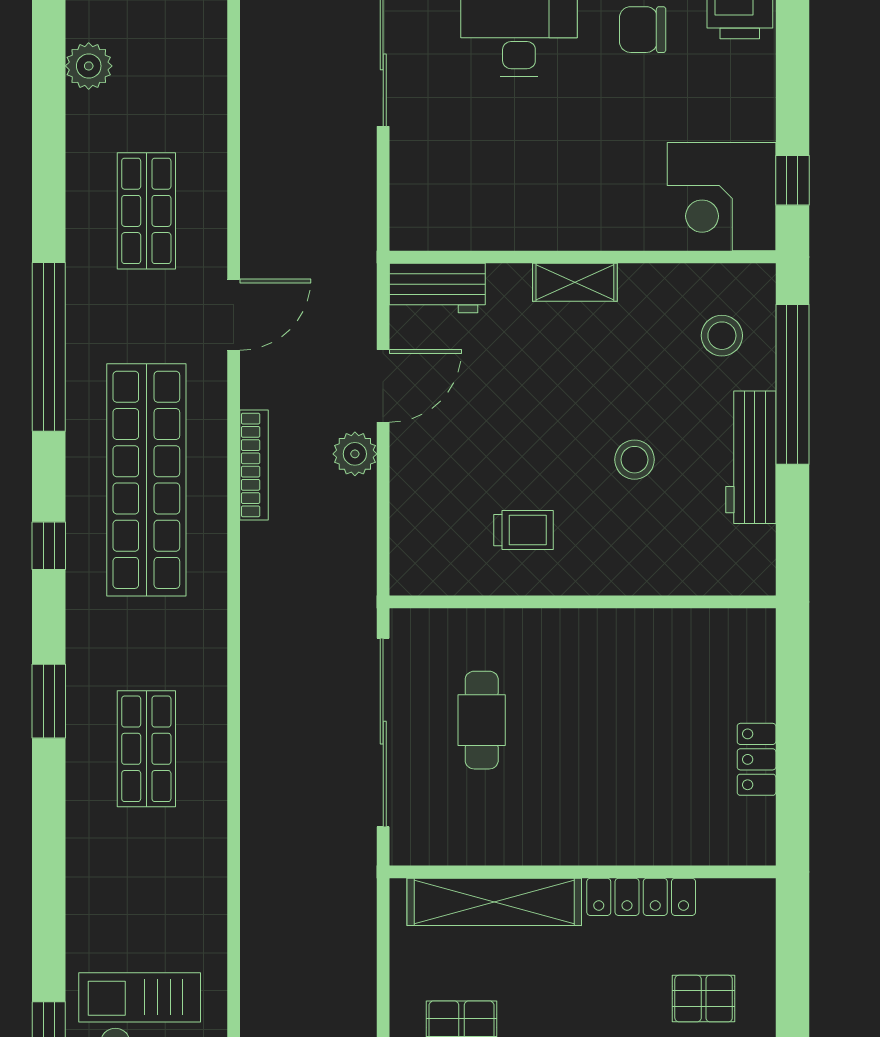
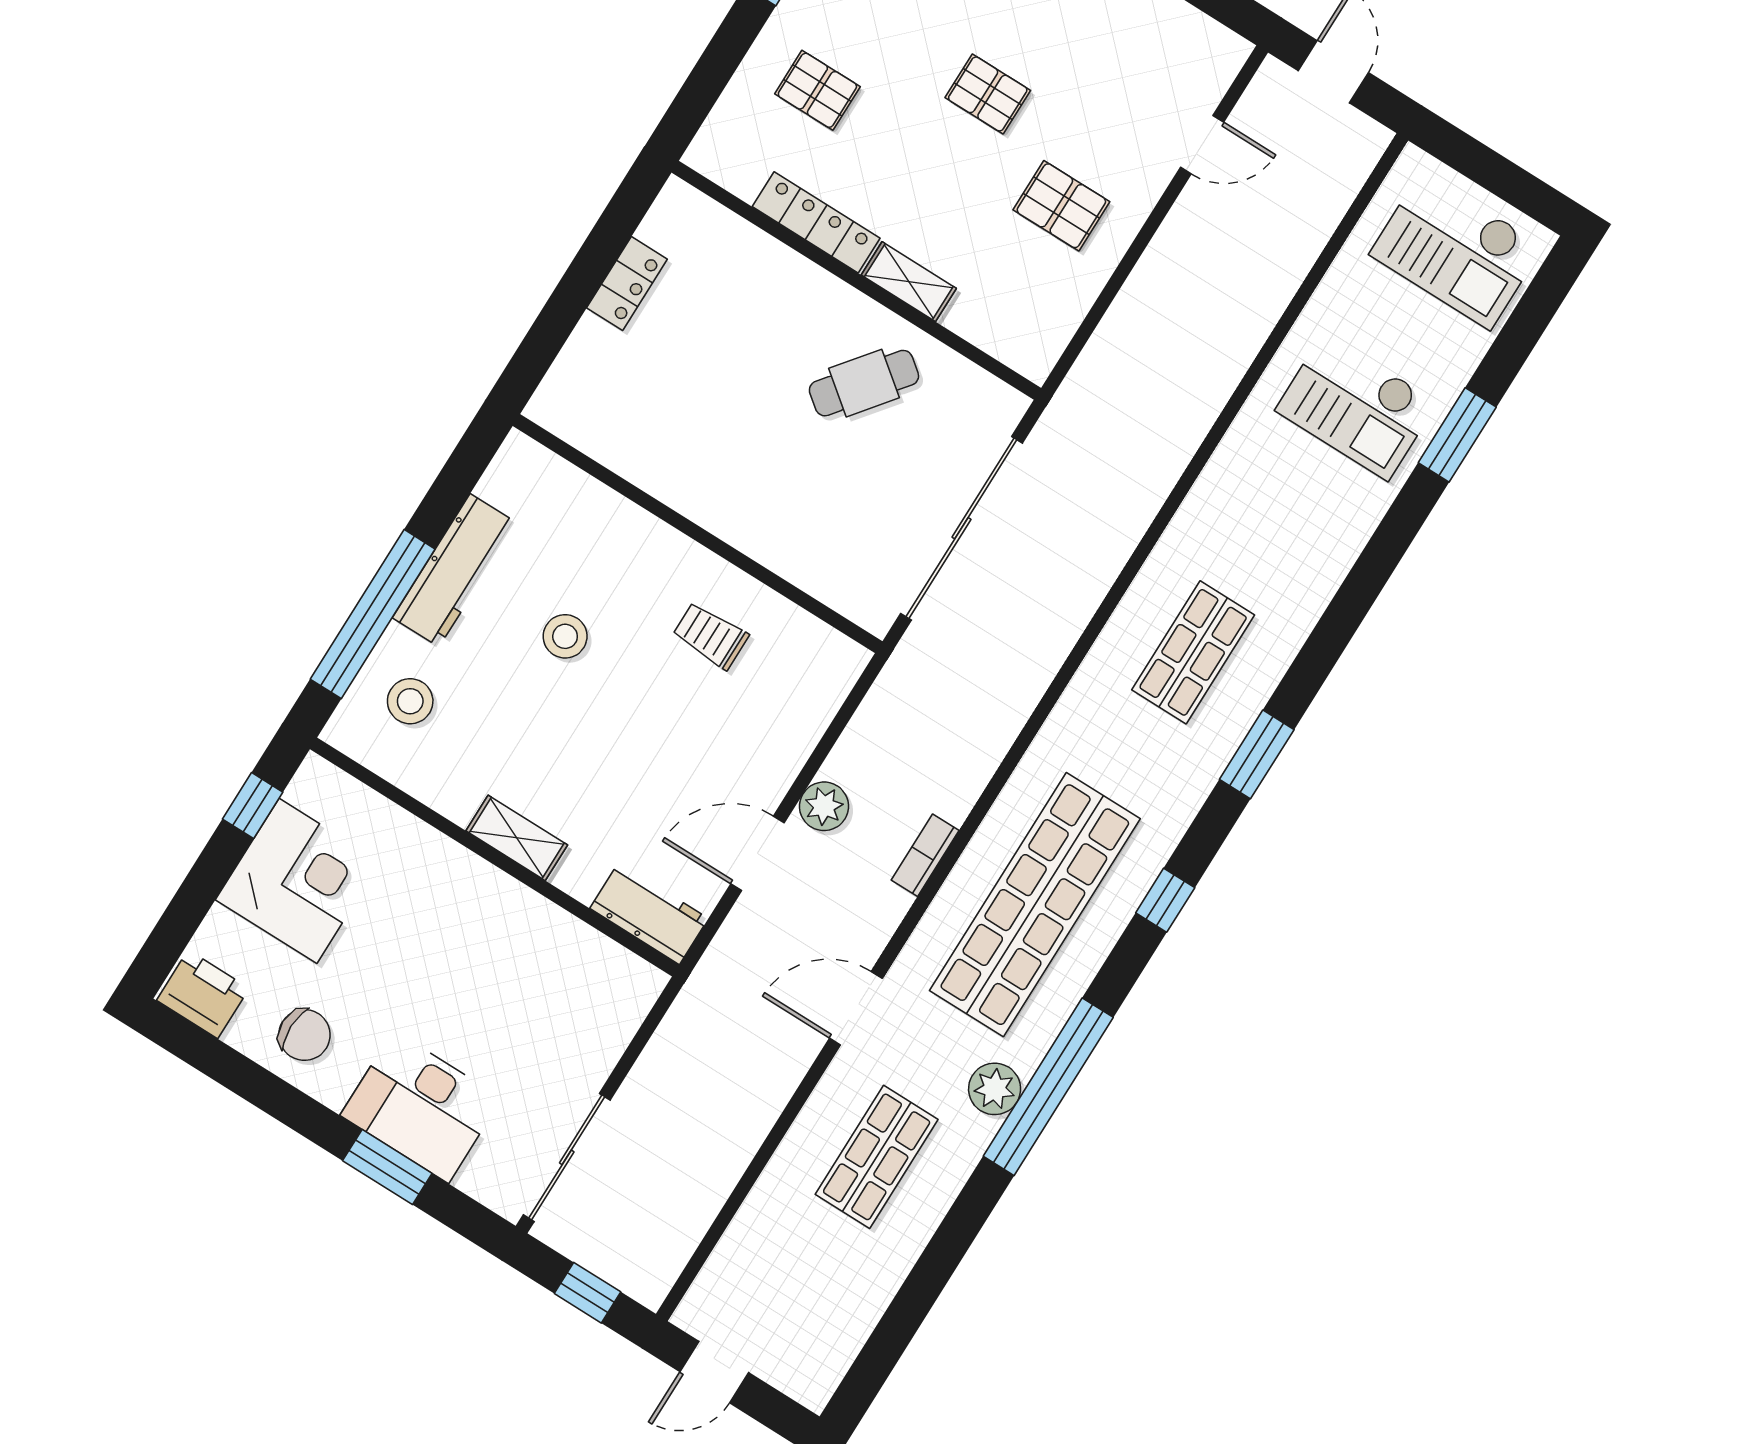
plant: (89, 66) -> (995, 1089), moved
corner desk: (722, 197) -> (298, 881), moved
bookcase: (254, 465) -> (925, 855), width x0.64
cafe table: (482, 720) -> (864, 383), moved, turned 38
shelving: (494, 902) -> (909, 282), width x0.45, depth x0.75

